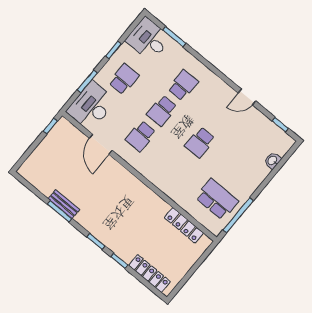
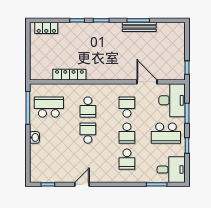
school desk: (124, 79) -> (166, 133), width x1.85
school desk: (162, 111) -> (127, 133), turned 180
washbasin: (273, 161) -> (34, 137), moved
school desk: (179, 168) -> (88, 107), added
school desk: (217, 199) -> (49, 107), turned 180
bench: (64, 204) -> (139, 27), width x1.36
locker: (184, 225) -> (69, 75), moved
locker: (149, 273) -> (46, 28), width x0.66

